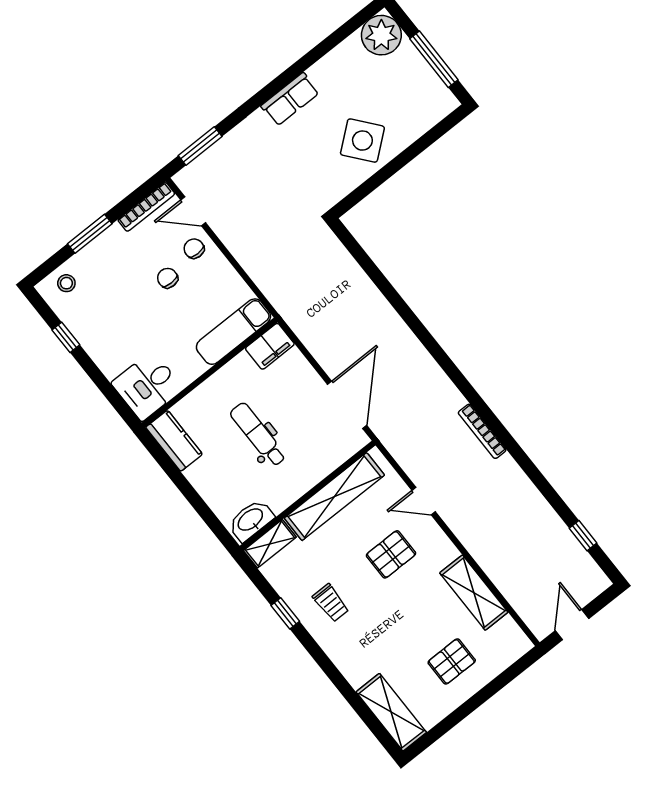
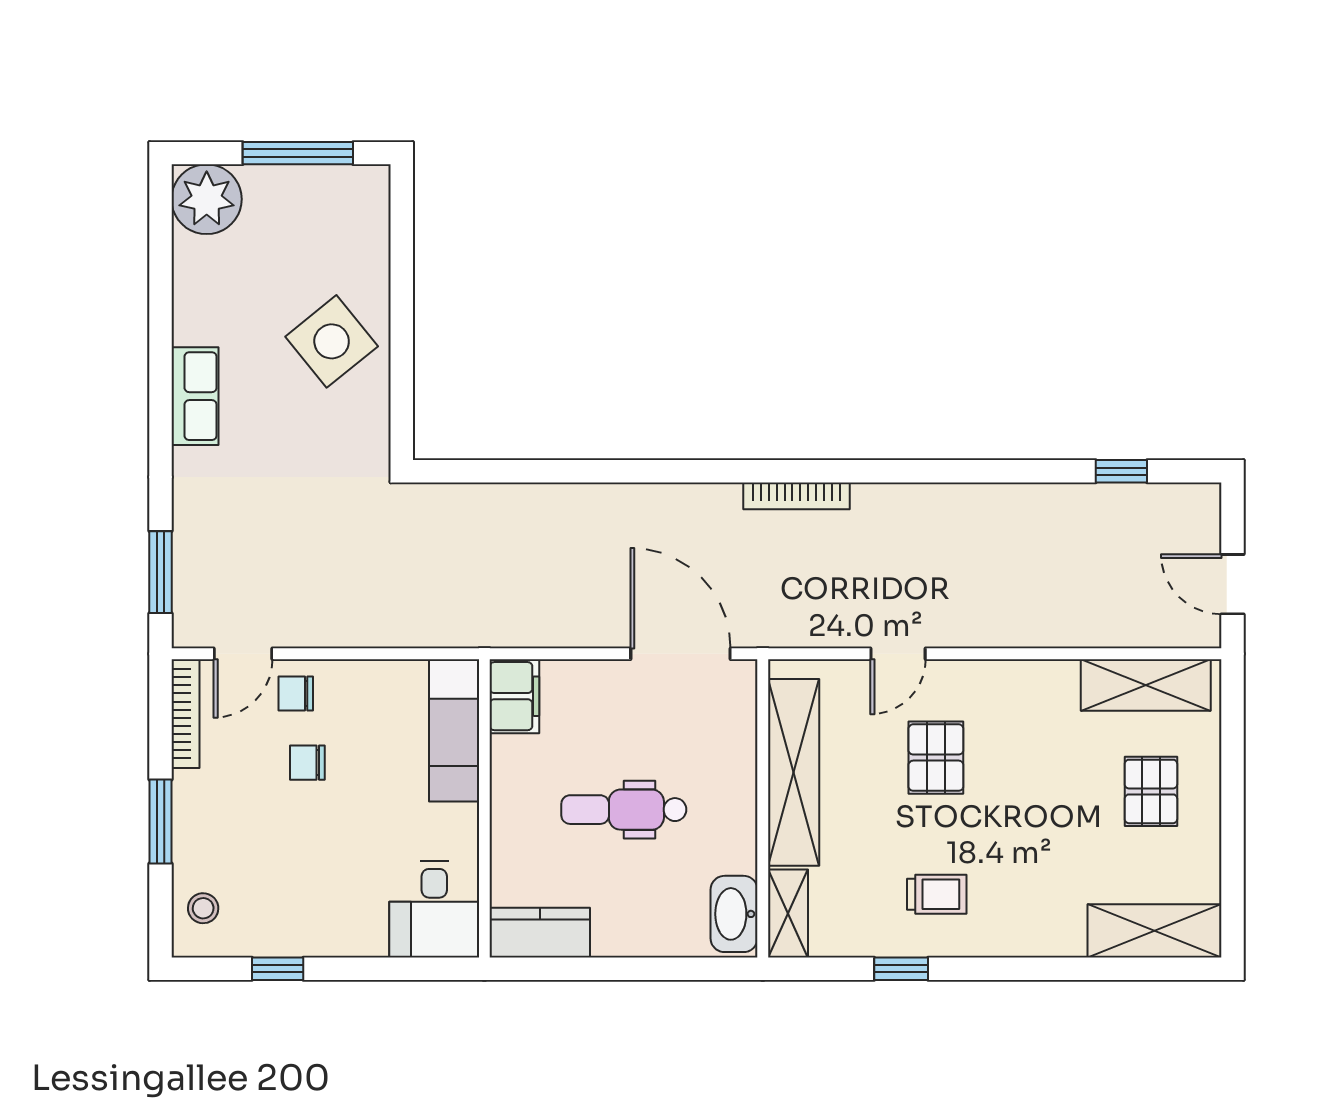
bookcase: (482, 431) -> (796, 496), moved
shelving: (474, 593) -> (1146, 685), moved

